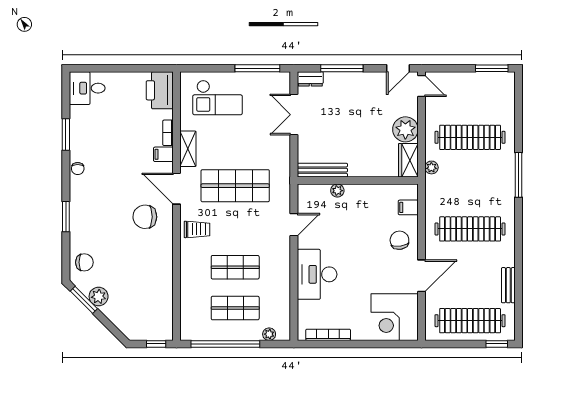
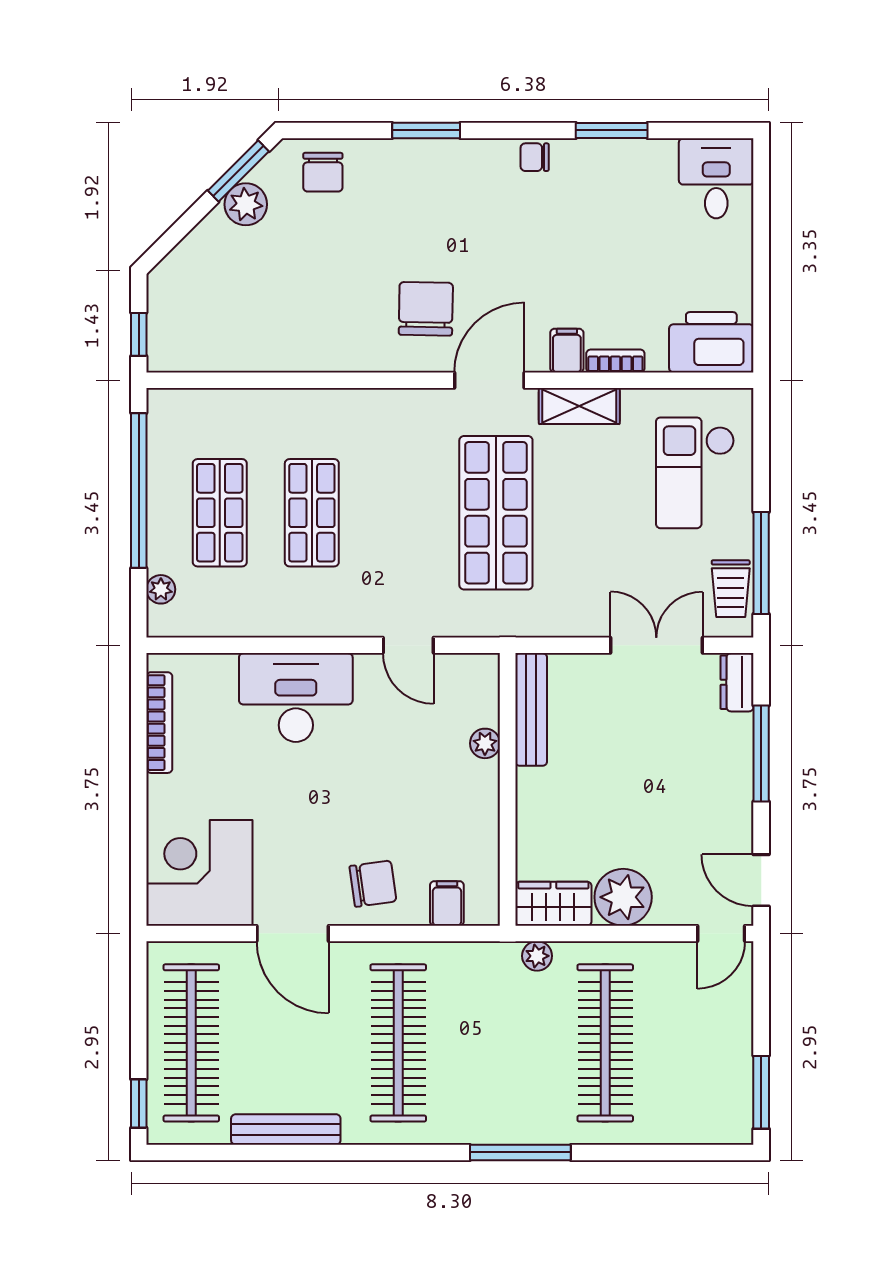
trolley: (197, 229) -> (731, 589), moved
bench: (508, 285) -> (286, 1129), width x1.36

